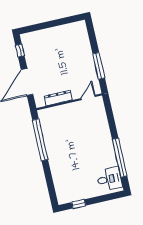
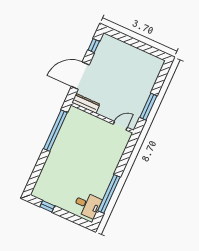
dresser: (58, 98) -> (86, 103), moved

